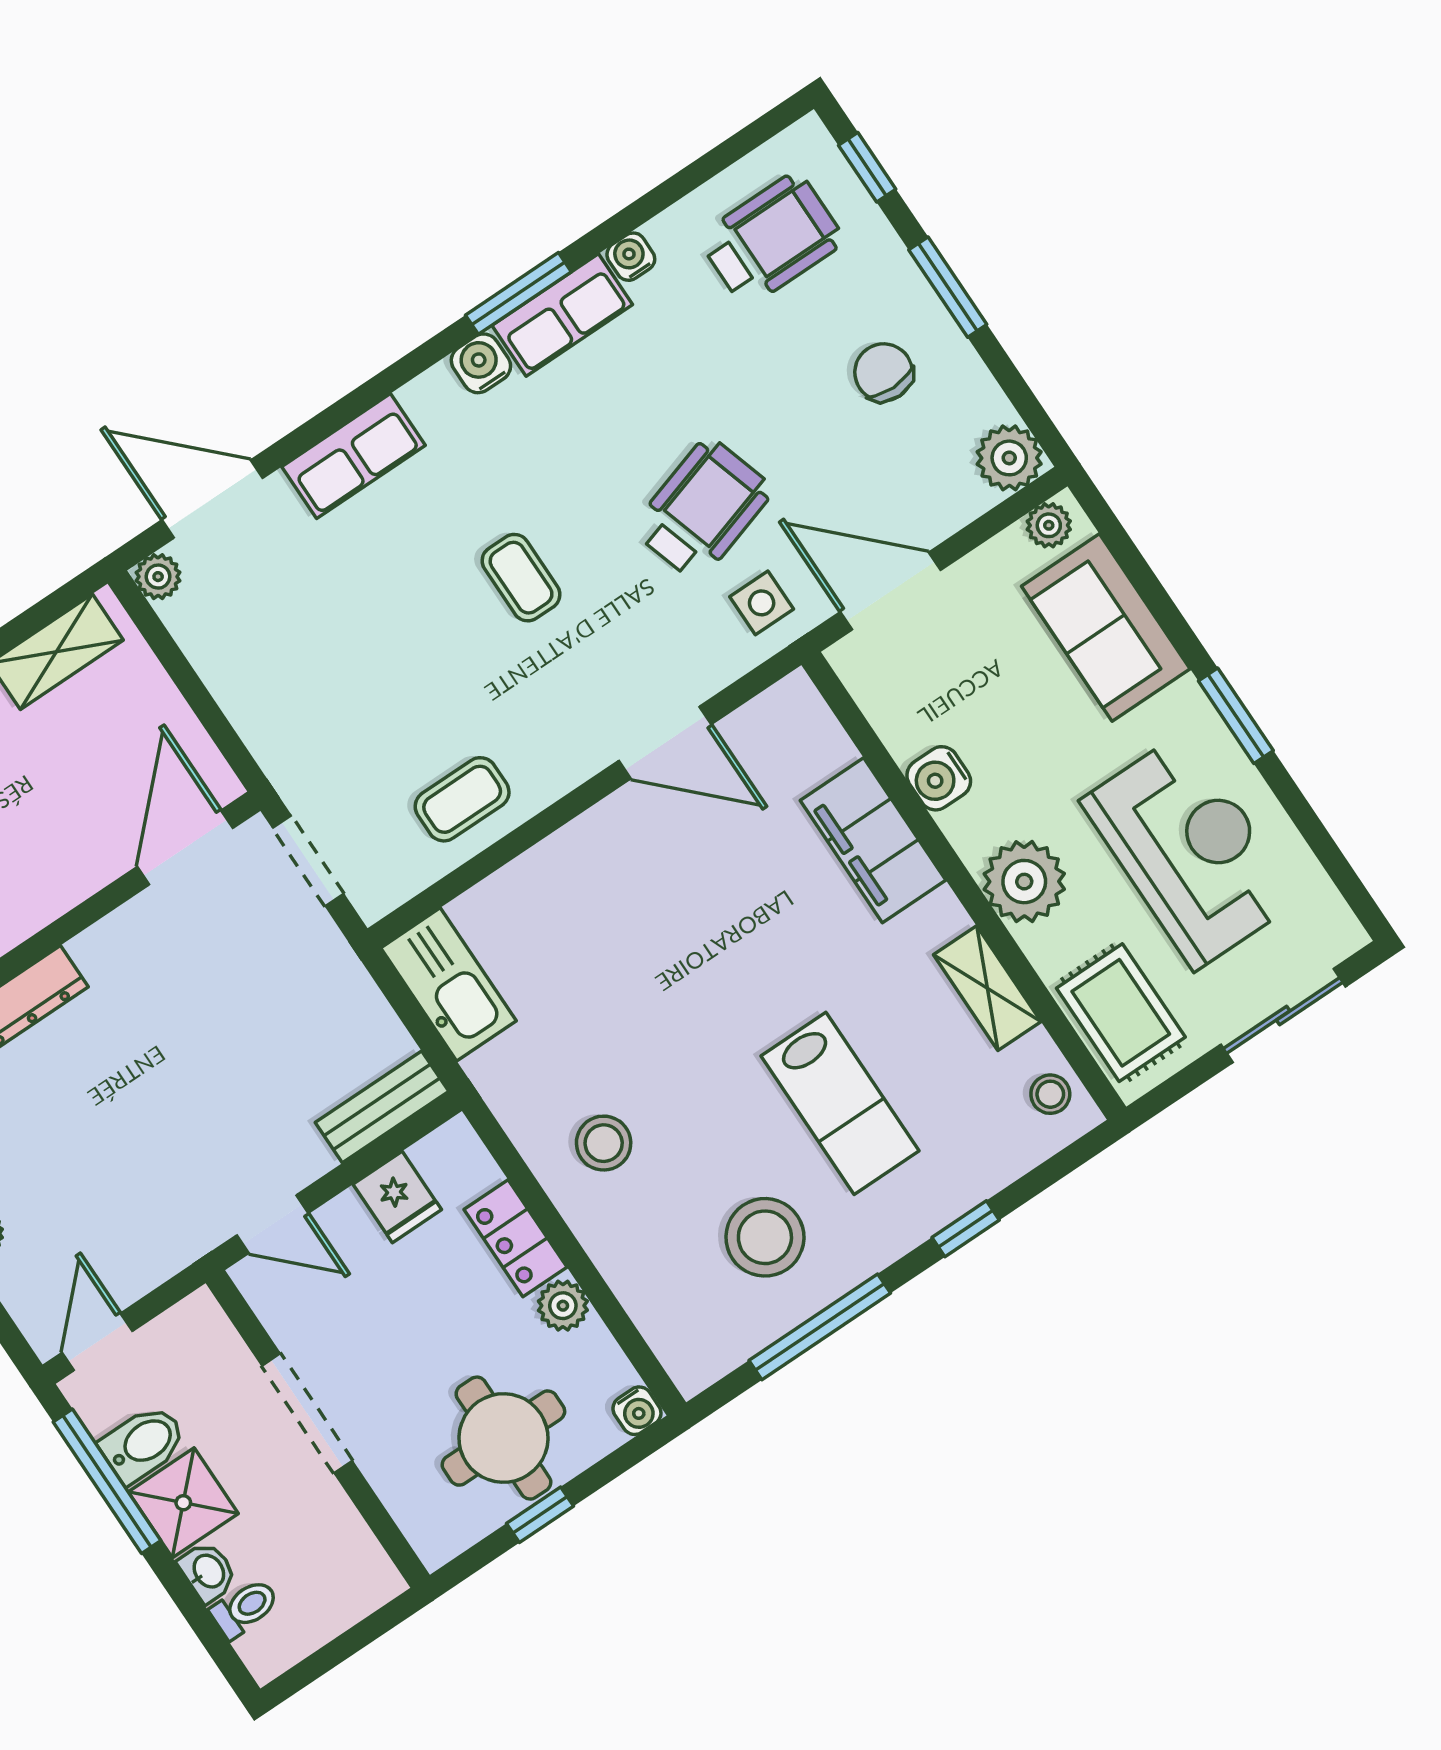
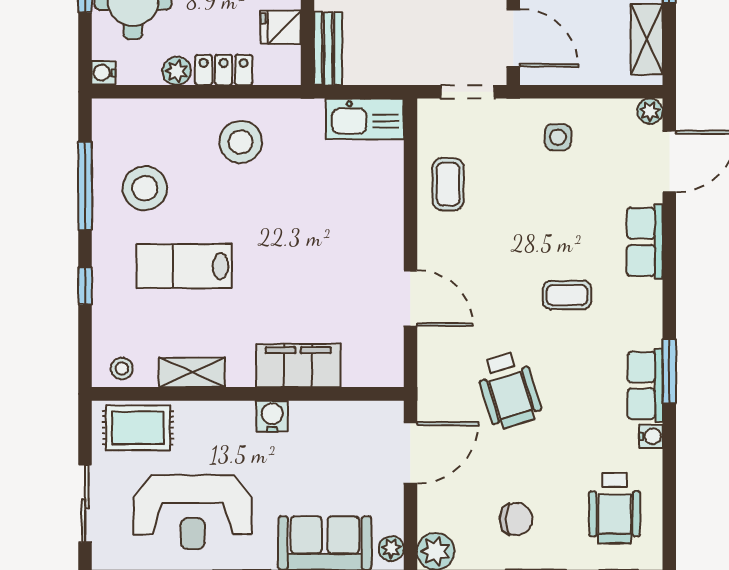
water cooler: (481, 363) -> (648, 332), removed
coffee table: (521, 578) -> (567, 295), moved
side table: (762, 603) -> (558, 137), moved
door: (665, 743) -> (410, 298), swing flipped
water cooler: (939, 778) -> (272, 416), moved
plant: (1024, 882) -> (231, 424), removed
stool: (604, 1143) -> (241, 142), width x1.38, depth x1.38

